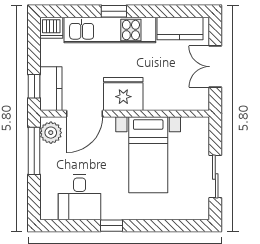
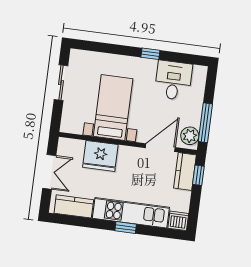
fridge: (123, 94) -> (100, 156), moved

